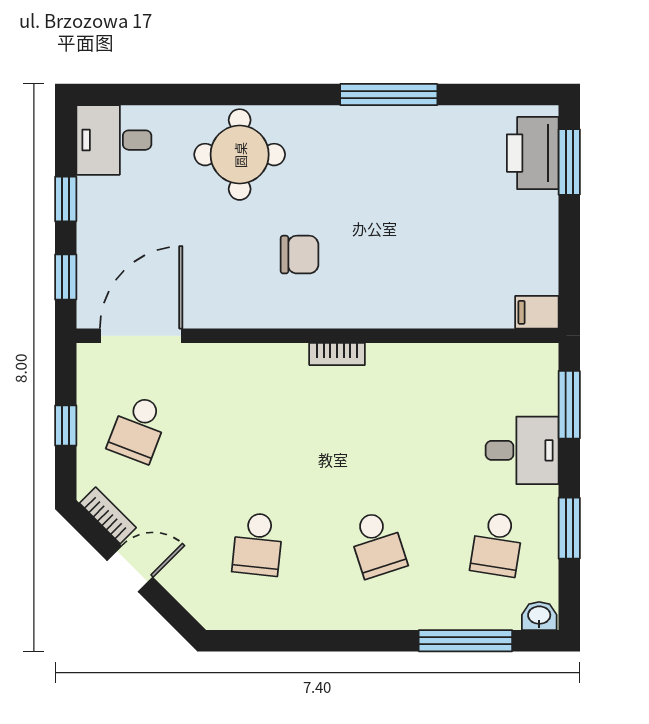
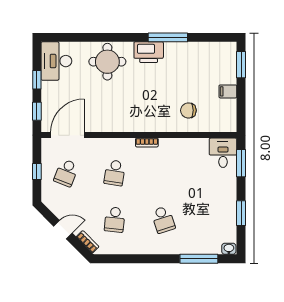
desk: (114, 140) -> (56, 61), width x1.37
printer: (533, 153) -> (149, 52), moved, turned -90
chair: (300, 255) -> (188, 110), moved, turned 180
filing cabinet: (537, 312) -> (228, 91), moved
desk: (522, 450) -> (223, 153), moved, turned -90
bookcase: (108, 515) -> (88, 242), moved
school desk: (497, 544) -> (115, 173), moved

